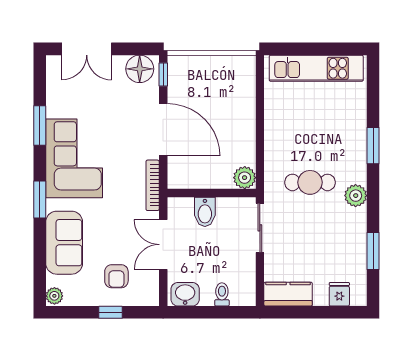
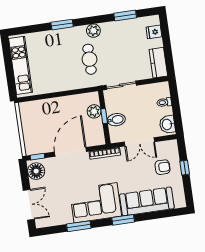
plant: (245, 178) -> (94, 111), moved
window: (214, 193) -> (104, 116), added
sofa: (64, 243) -> (147, 201), width x1.36
plant: (54, 296) -> (180, 203), removed

